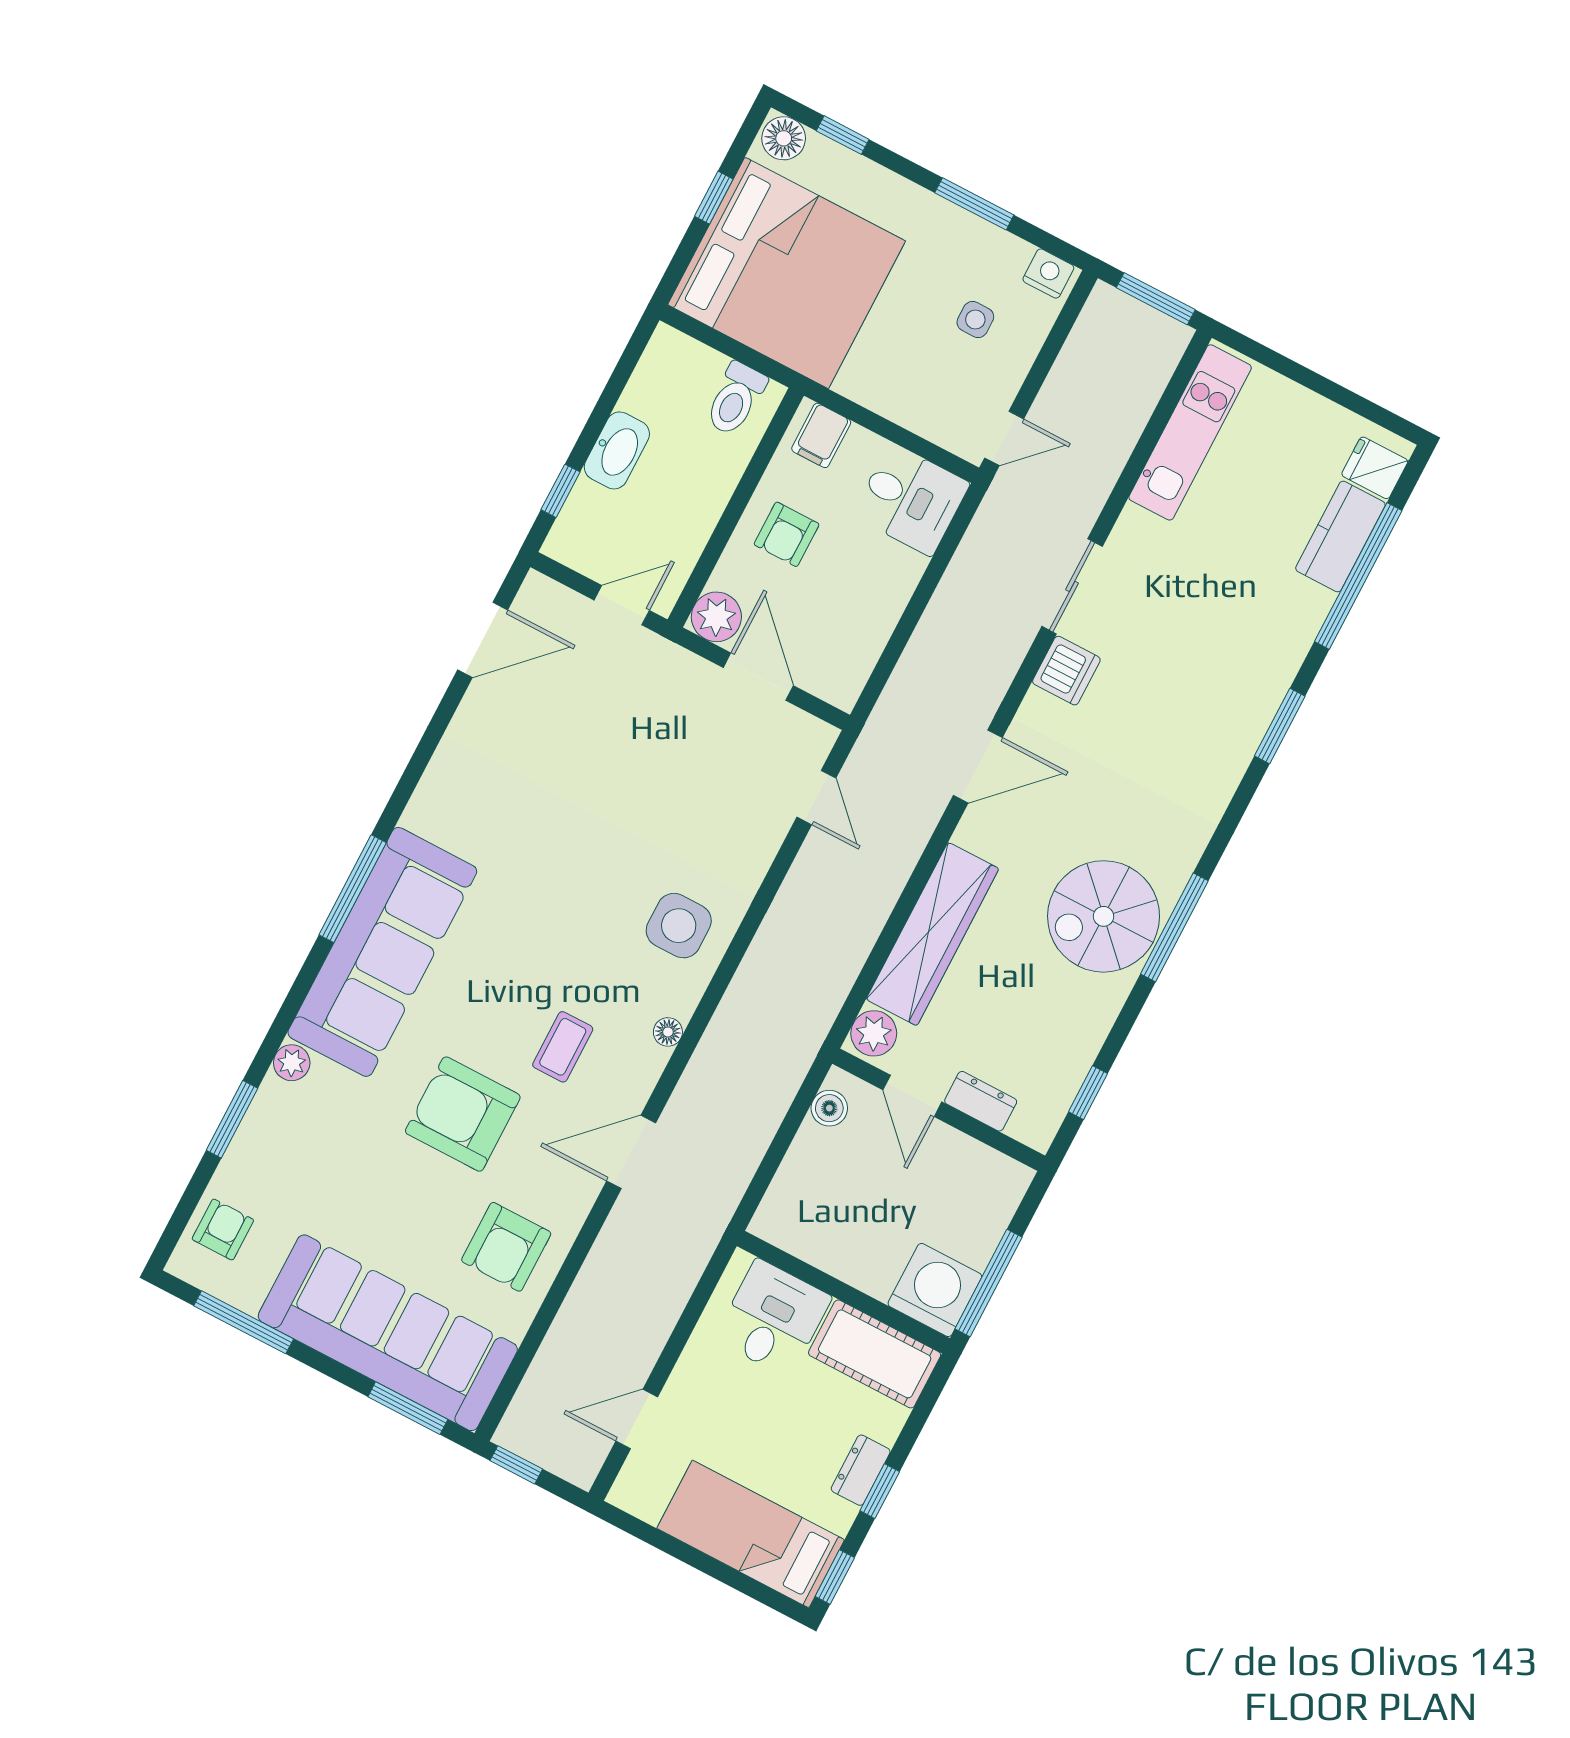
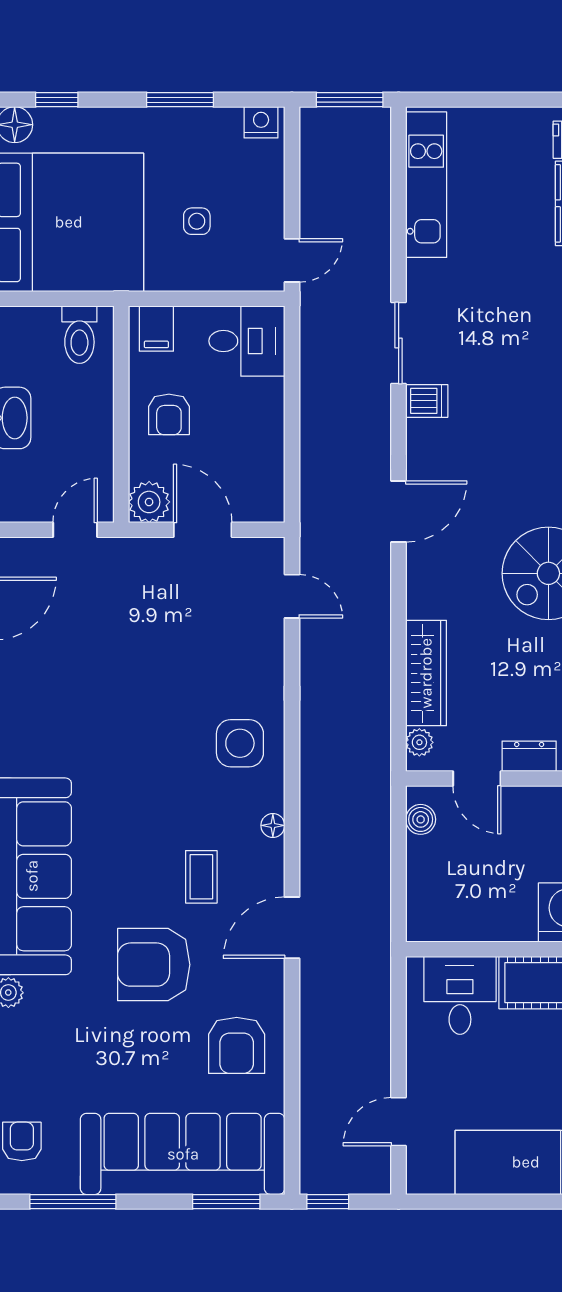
side table: (975, 320) -> (197, 221), moved
dishwasher: (1066, 671) -> (427, 401), width x0.73
wardrobe: (932, 934) -> (426, 673), width x0.71, depth x0.85
plant: (874, 1033) -> (419, 742), width x0.73, depth x0.73

